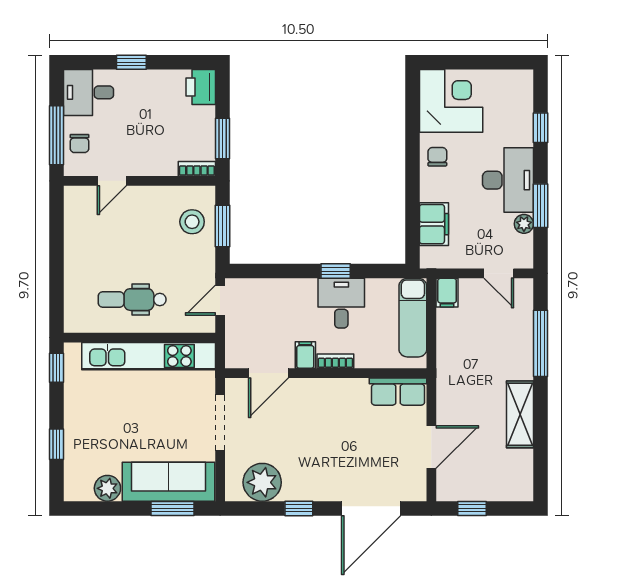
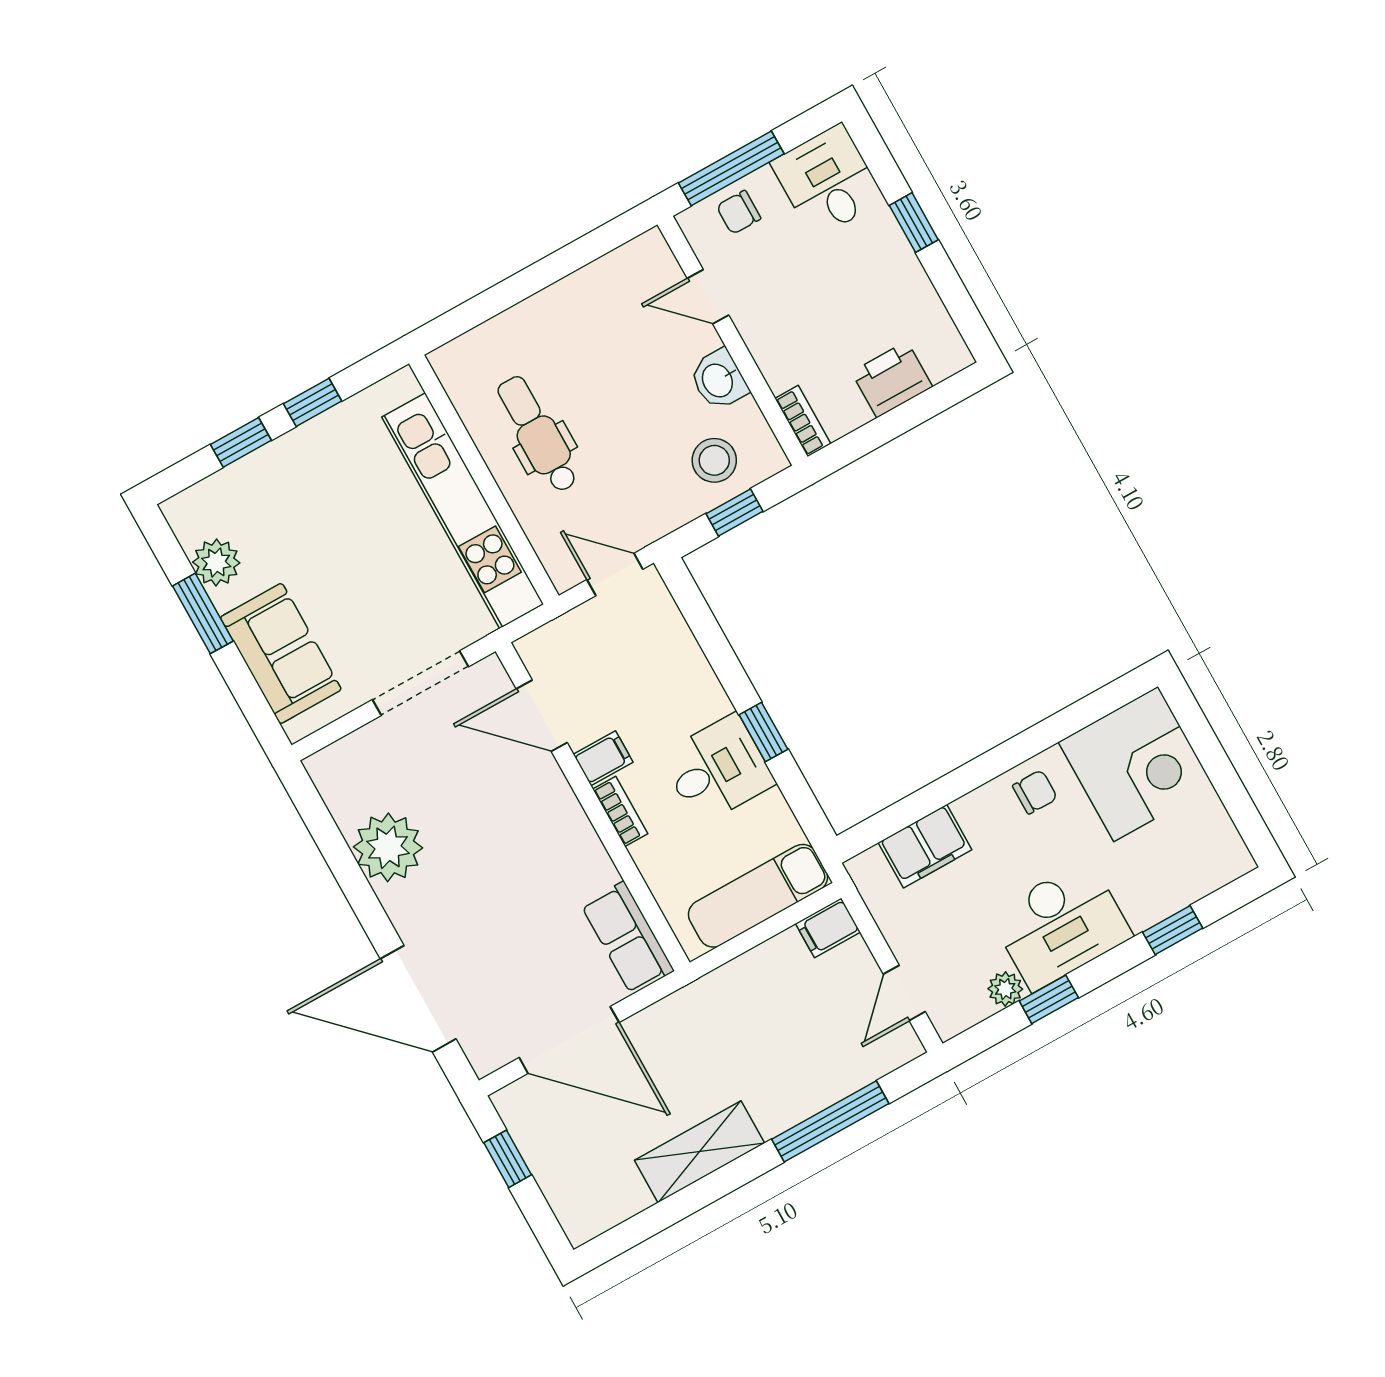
printer: (201, 87) -> (892, 379), moved
window: (223, 138) -> (873, 435), removed
washbasin: (155, 198) -> (719, 380), added
window: (541, 206) -> (1049, 999), width x0.67
window: (223, 226) -> (735, 513), width x0.67
window: (56, 368) -> (313, 402), moved
door: (431, 447) -> (569, 1040), width x1.36
sofa: (168, 482) -> (281, 653), width x0.73
plant: (262, 482) -> (388, 847), moved
window: (173, 508) -> (203, 613), moved
window: (299, 508) -> (354, 884), removed

